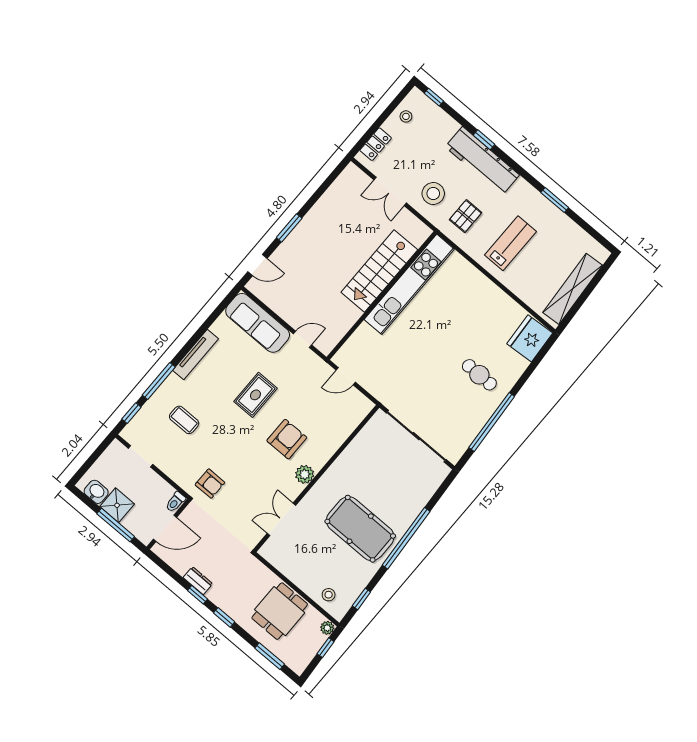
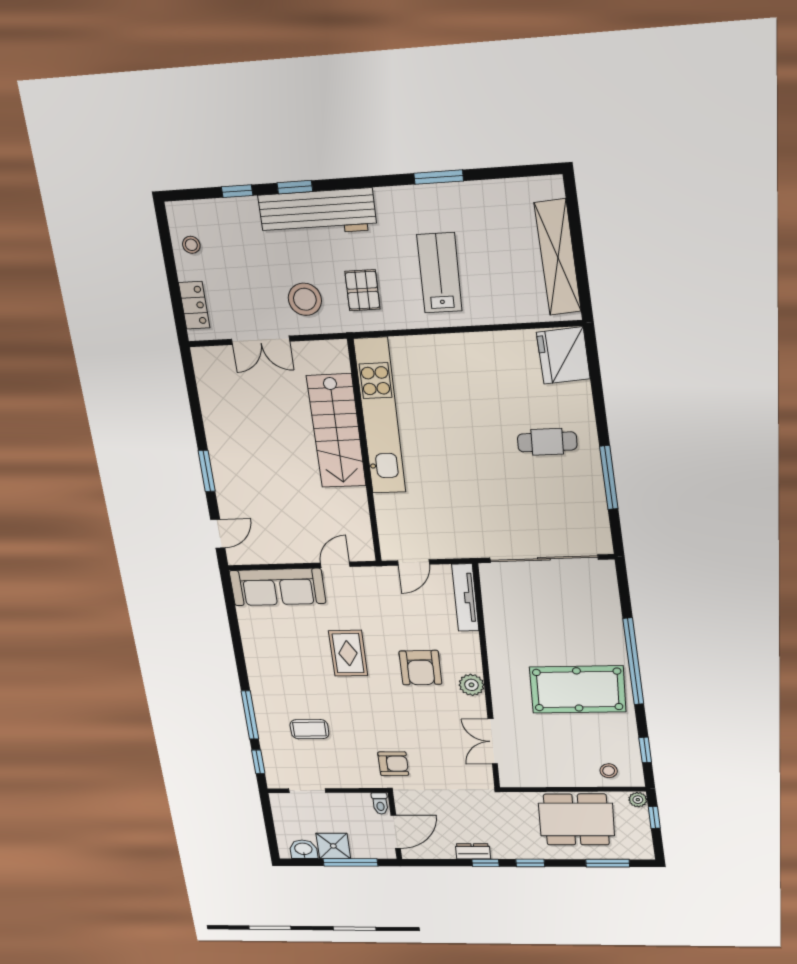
window: (434, 97) -> (237, 191), moved
tv unit: (196, 355) -> (465, 598), moved, turned 180
window: (492, 422) -> (609, 478), width x0.68
armchair: (287, 439) -> (420, 668), turned 180
dining table: (280, 611) -> (576, 820), width x1.38

